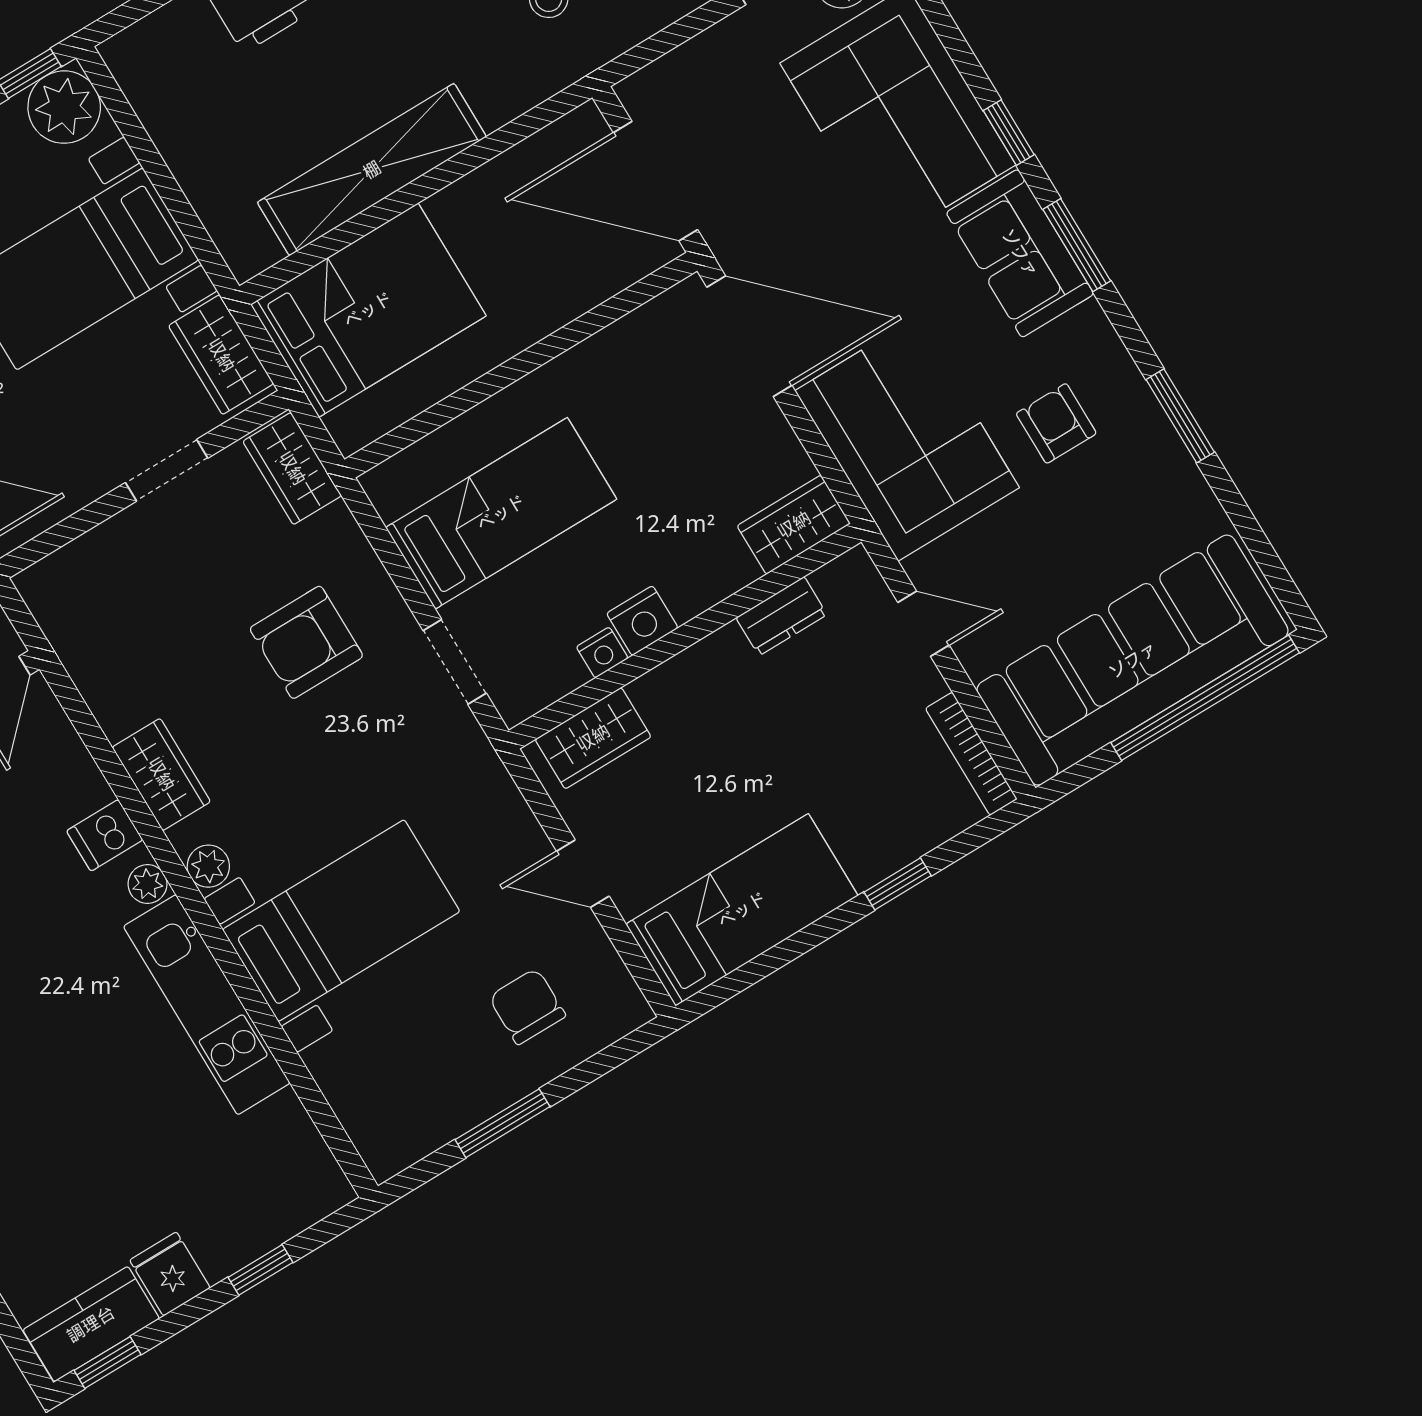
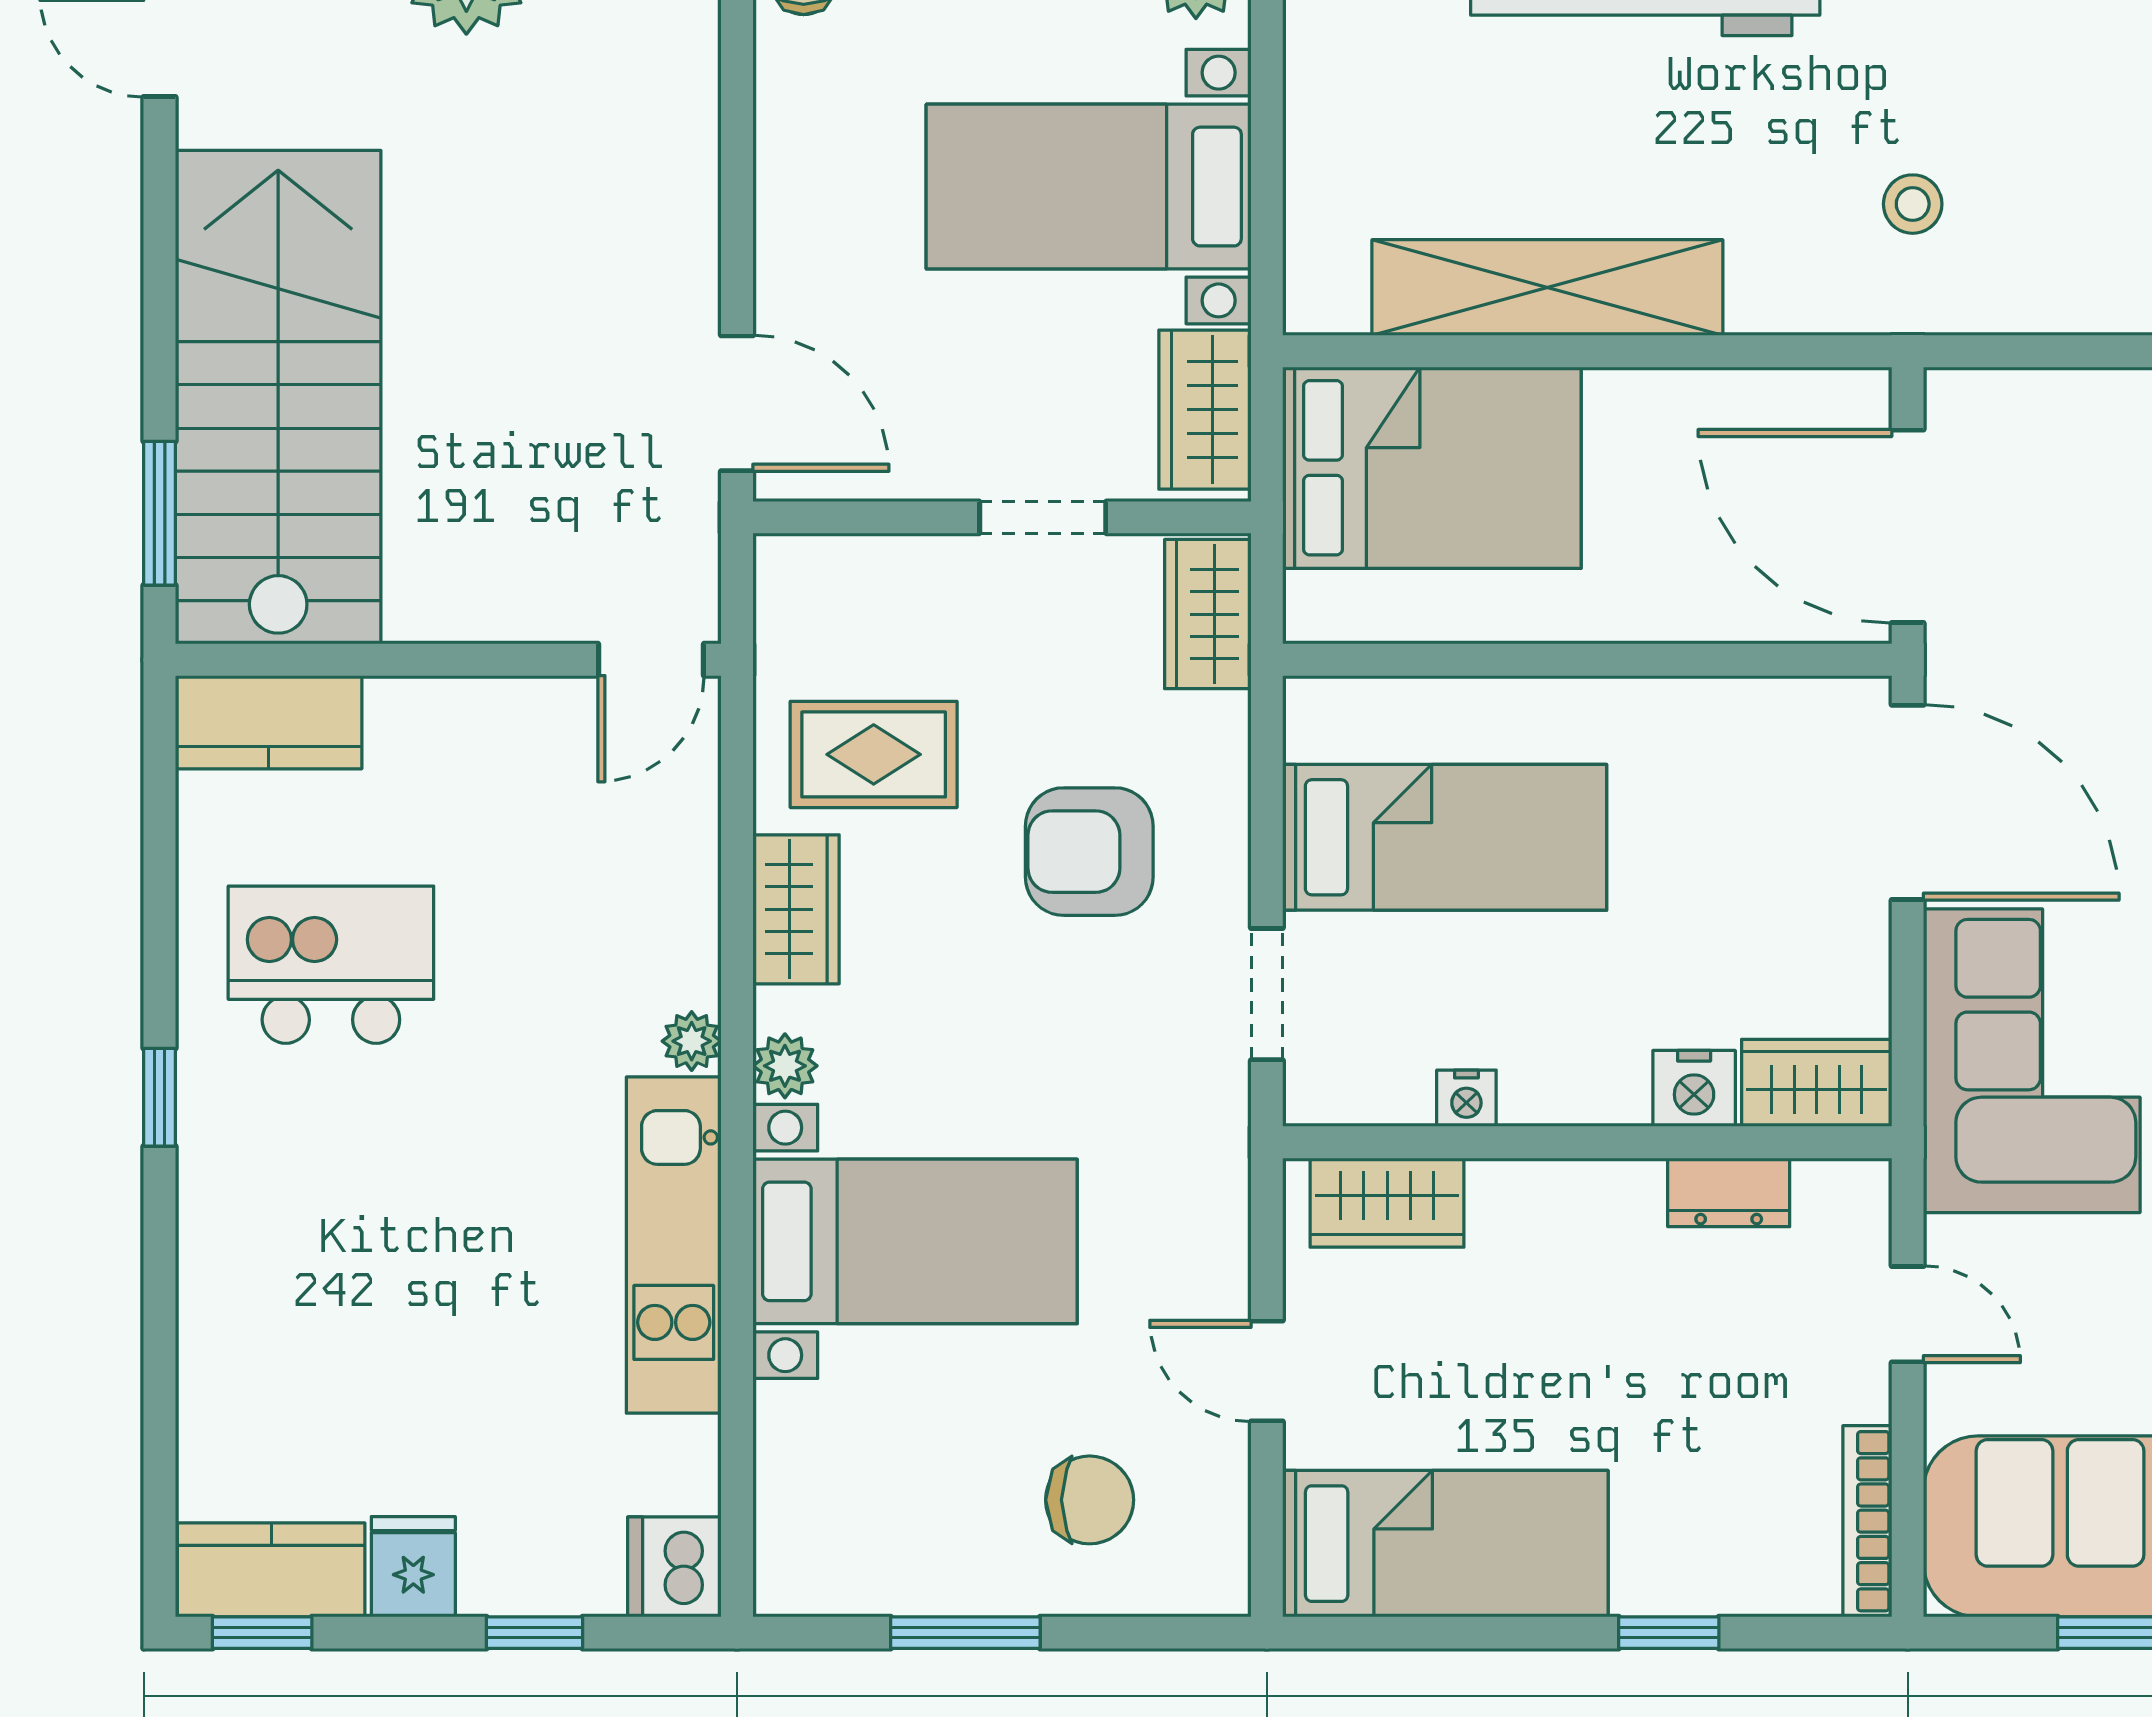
nightstand: (642, 621) -> (1694, 1088), moved
rug: (152, 661) -> (874, 754), added
dishwasher: (105, 835) -> (674, 1567), moved, width x1.38
chair: (527, 1006) -> (1090, 1500), turned 90

